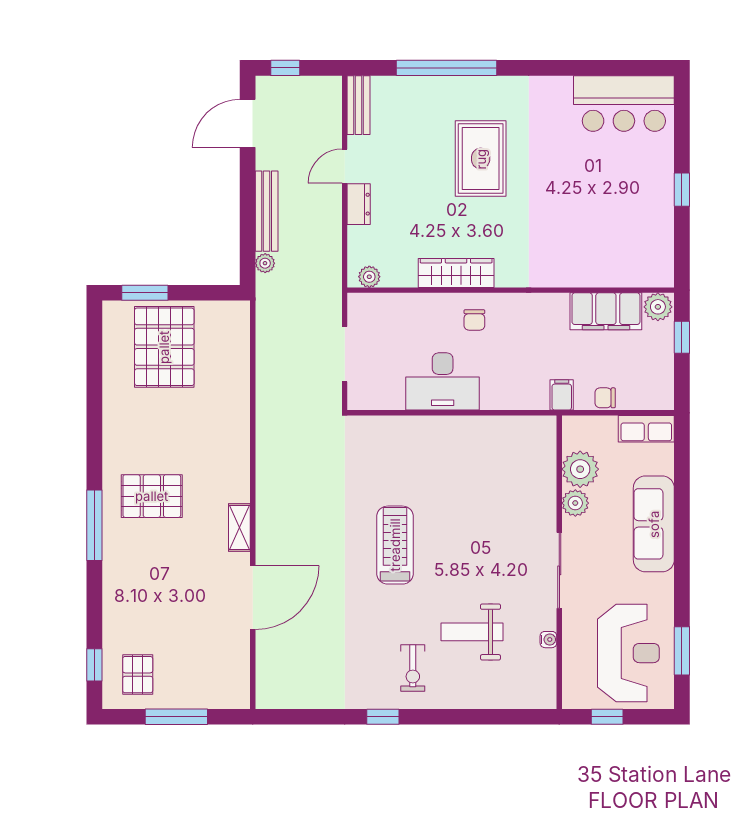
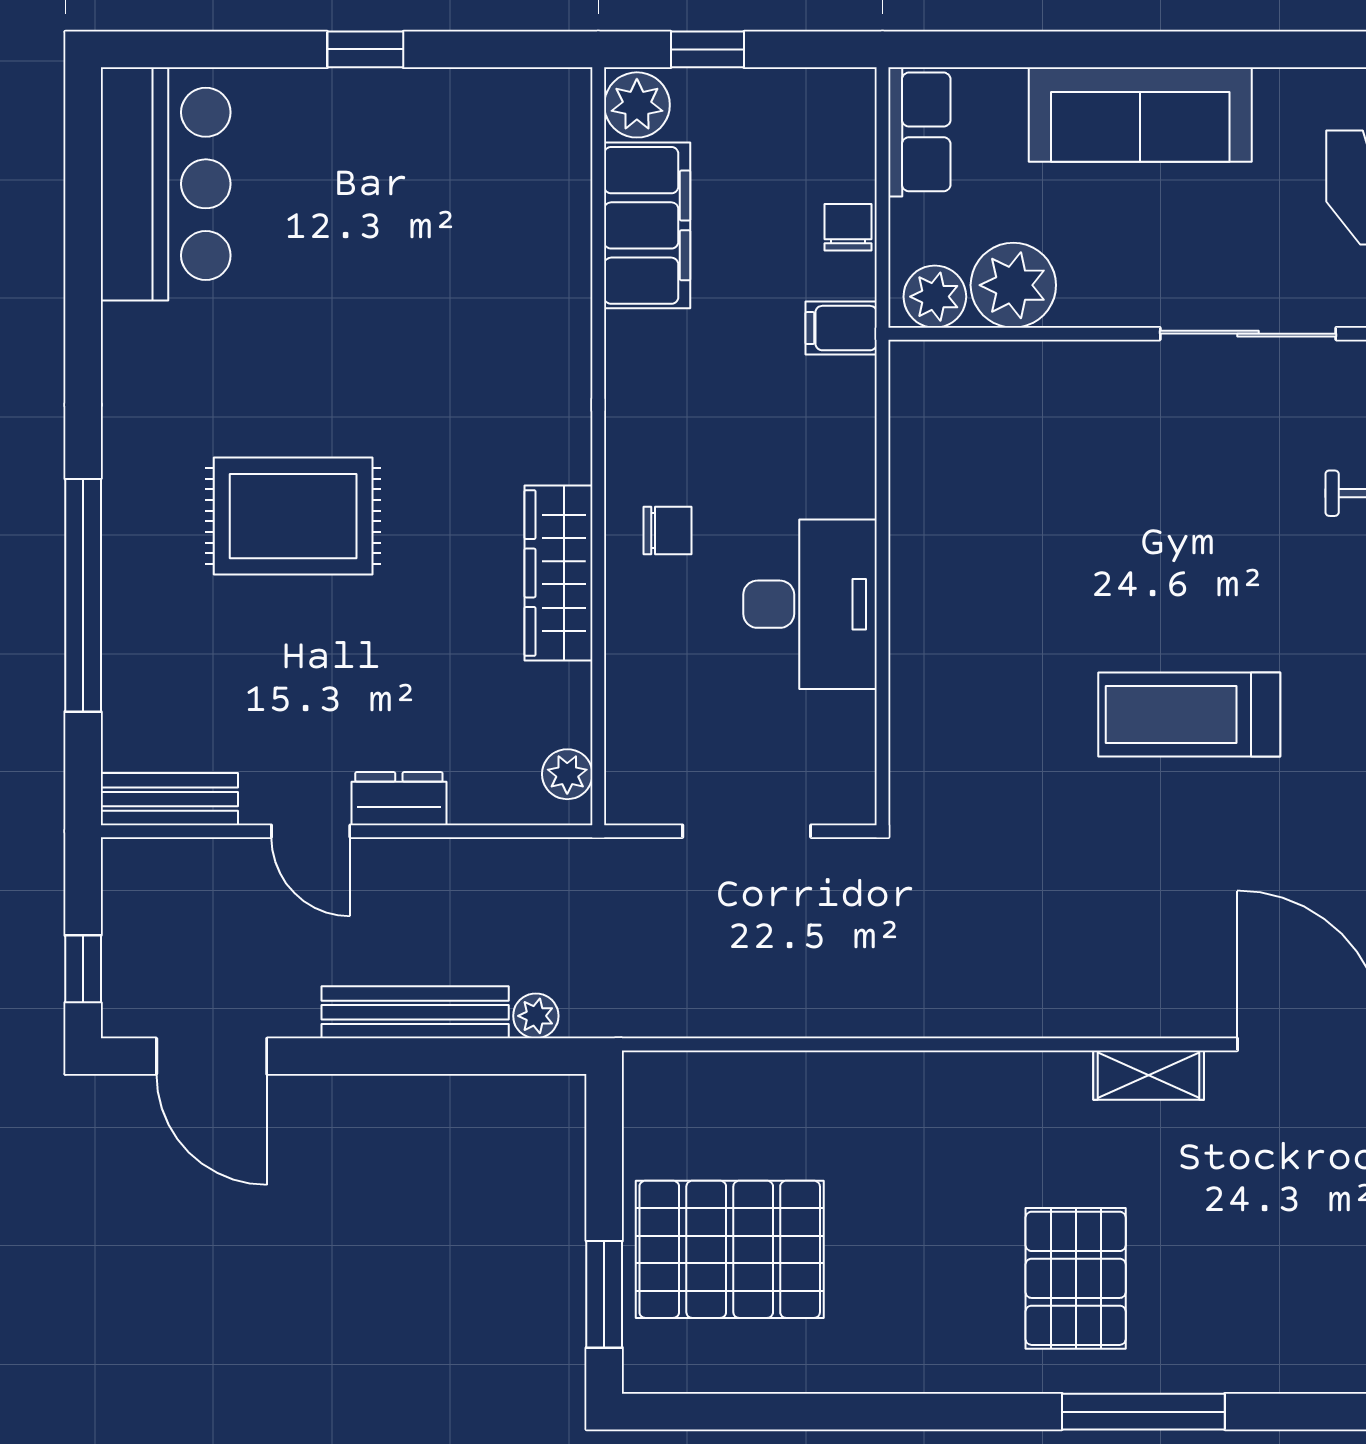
chair: (605, 398) -> (848, 227), turned 180
plant: (575, 503) -> (935, 297), moved

